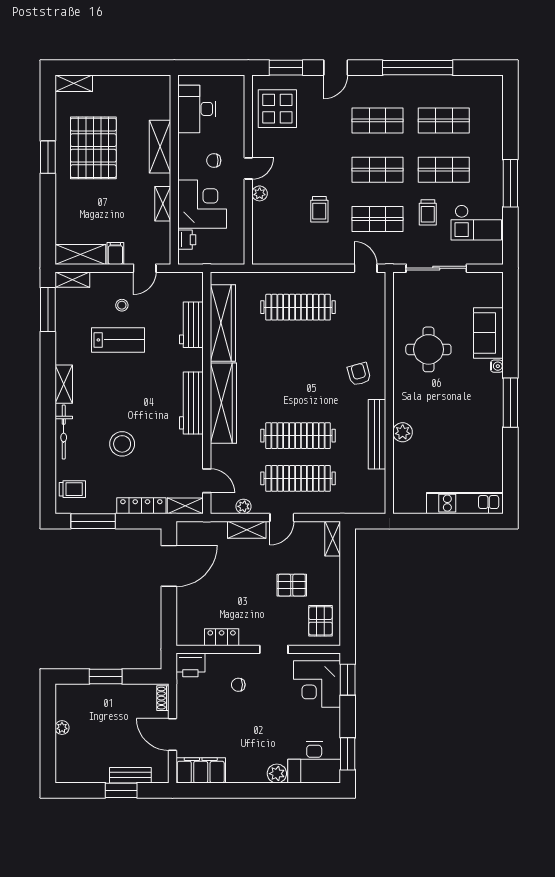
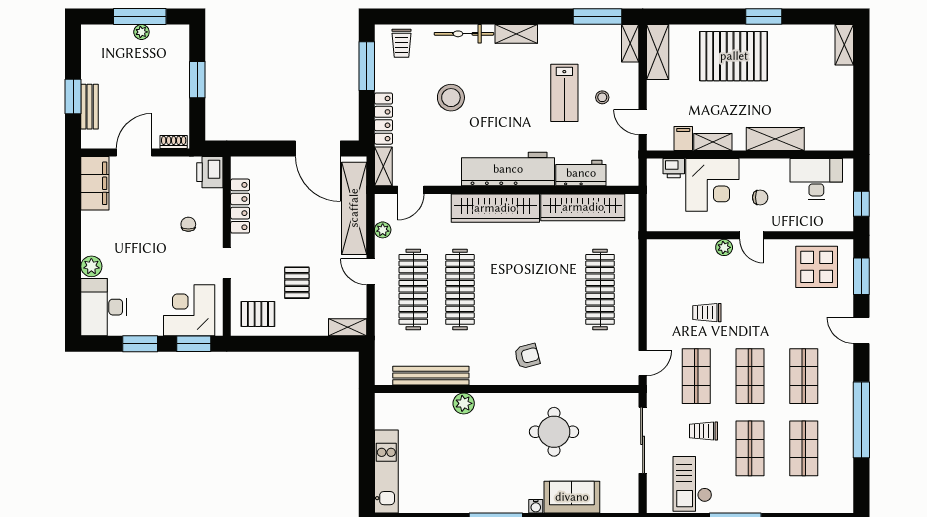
window: (219, 68) -> (861, 204), added
pallet: (93, 148) -> (734, 56), moved
chair: (214, 160) -> (760, 197), turned 90
filing cabinet: (115, 253) -> (683, 138), moved, turned -90
workbench: (191, 403) -> (508, 169), width x1.36, depth x1.32
bench: (377, 434) -> (431, 376), moved
shelving: (247, 530) -> (354, 208), width x2.20, depth x1.33
locker: (222, 637) -> (240, 206), width x1.53
window: (48, 729) -> (140, 17), added
window: (348, 754) -> (140, 344), moved

